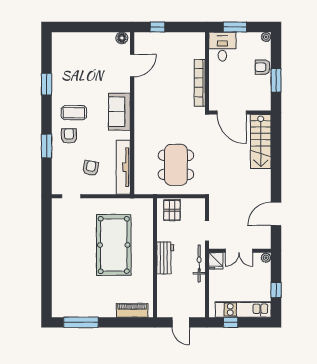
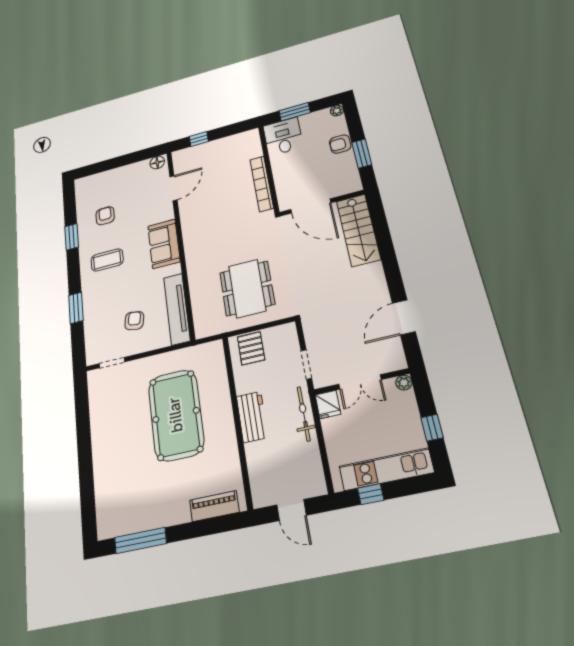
armchair: (69, 136) -> (105, 216), moved

